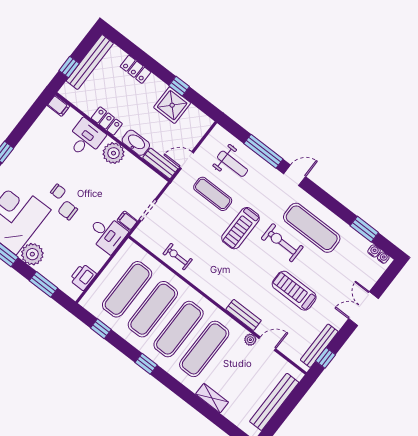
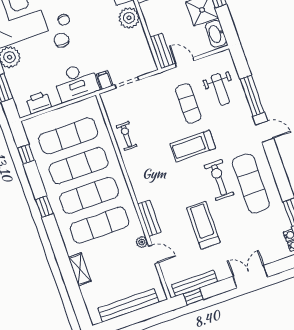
washbasin: (136, 143) -> (216, 34), moved, turned 180
desk: (107, 234) -> (76, 82), width x1.37

